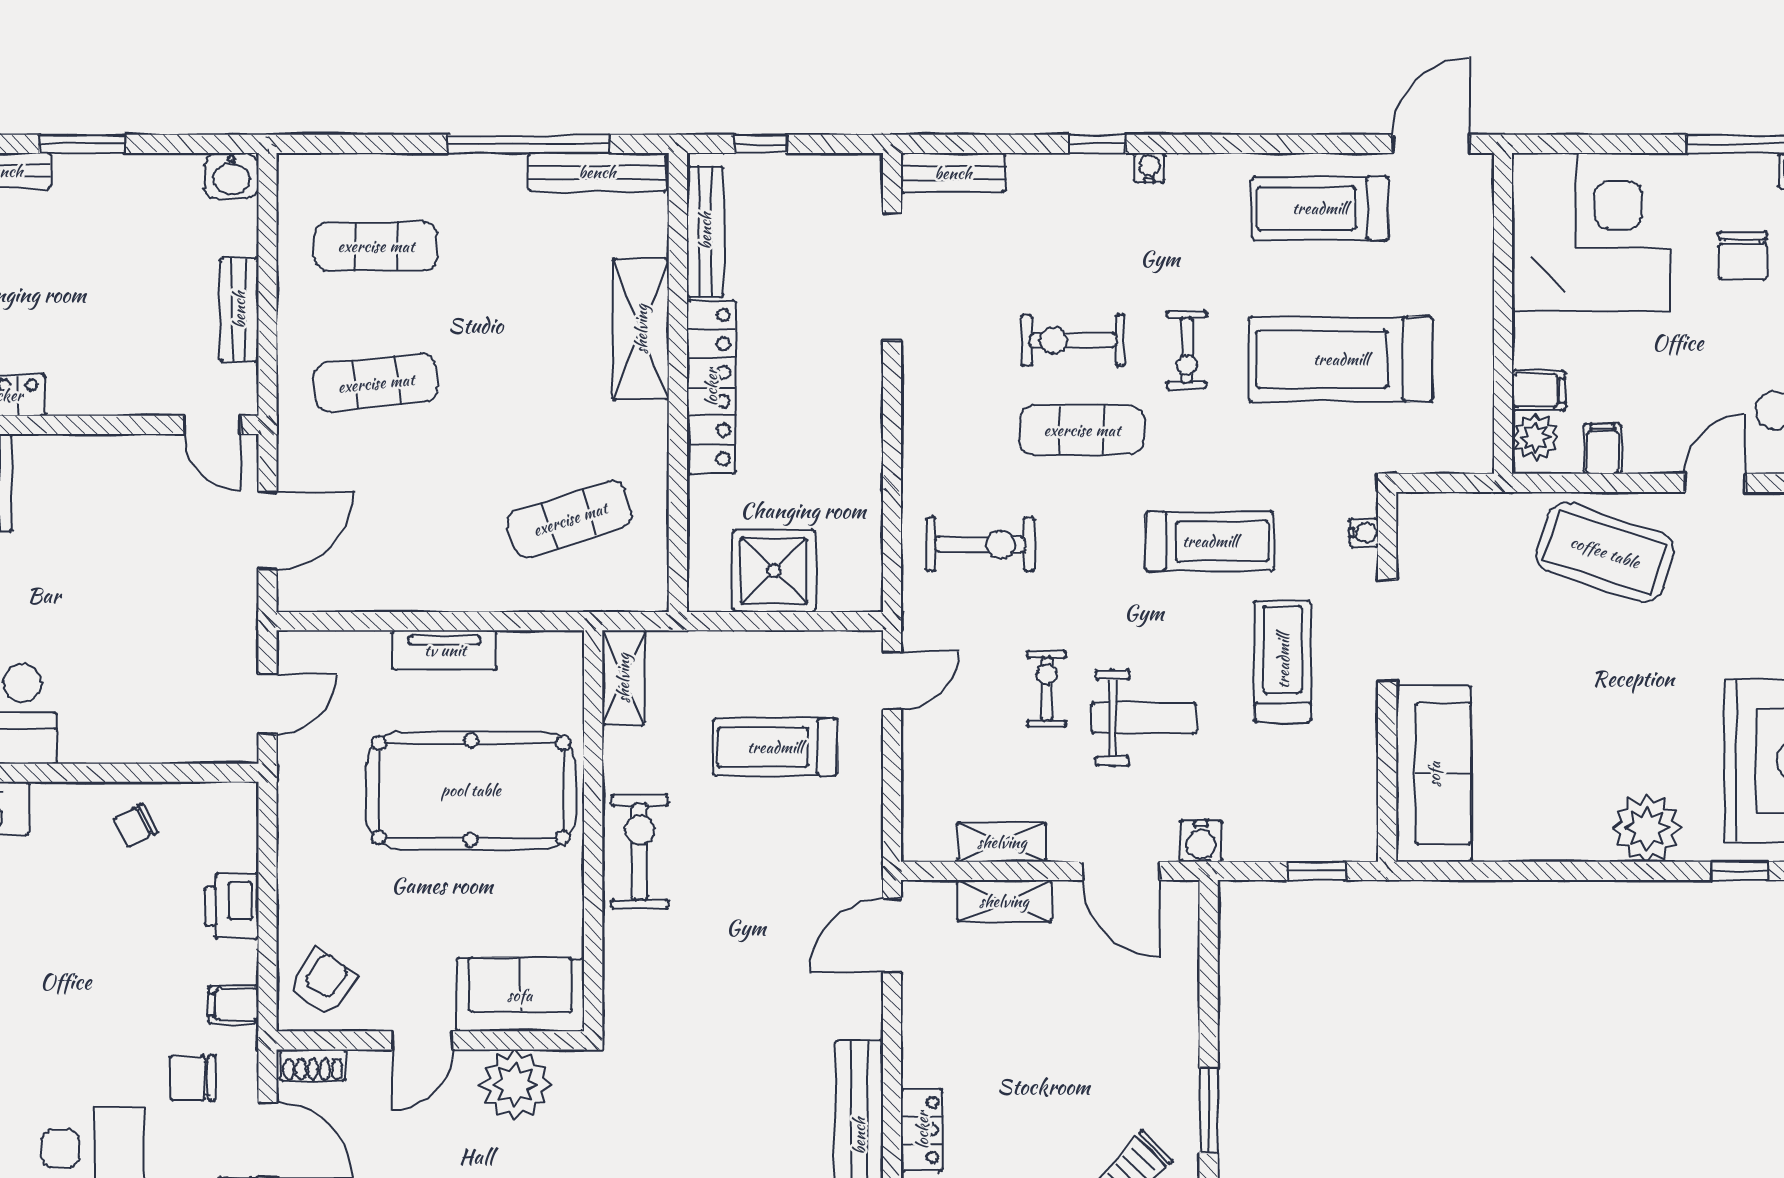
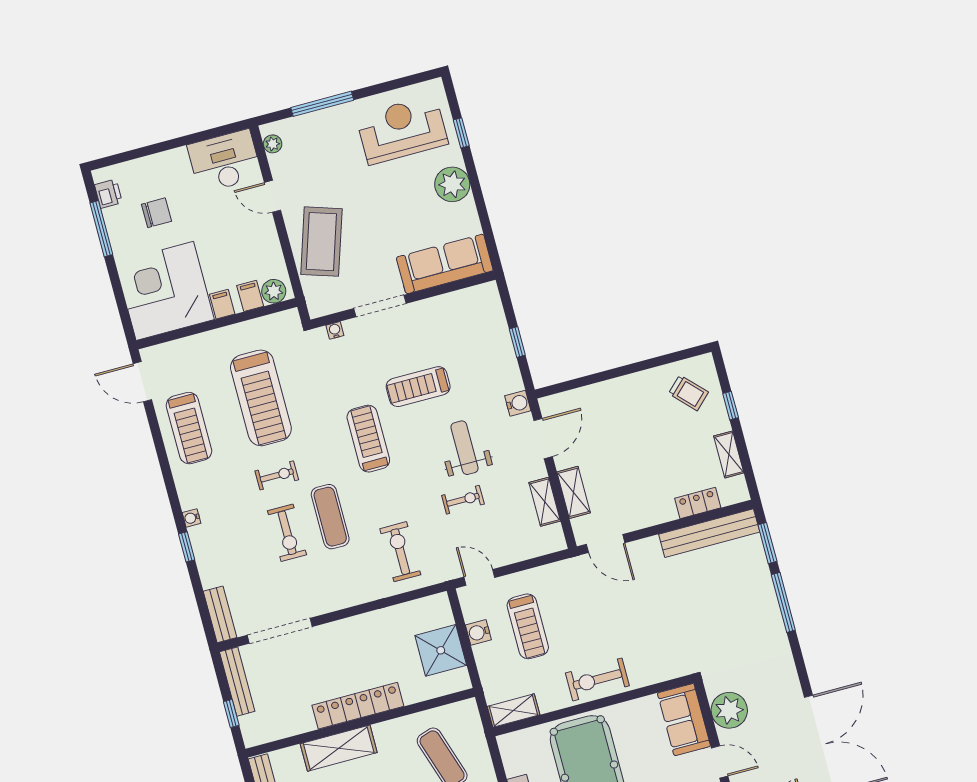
bench: (705, 231) -> (237, 682), moved, turned 90
filing cabinet: (1602, 449) -> (222, 304), moved, turned 90
water cooler: (1364, 533) -> (335, 330), moved
doorway: (1387, 630) -> (380, 306), moved
water cooler: (789, 651) -> (478, 632), added
wall: (1387, 677) -> (403, 300), moved
exercise bike: (1047, 689) -> (463, 500), turned 180
sofa: (1434, 774) -> (445, 264), moved
window: (1209, 1111) -> (650, 364), removed

